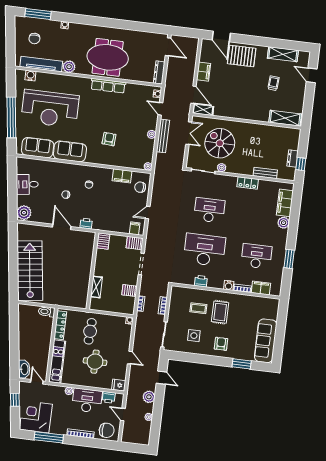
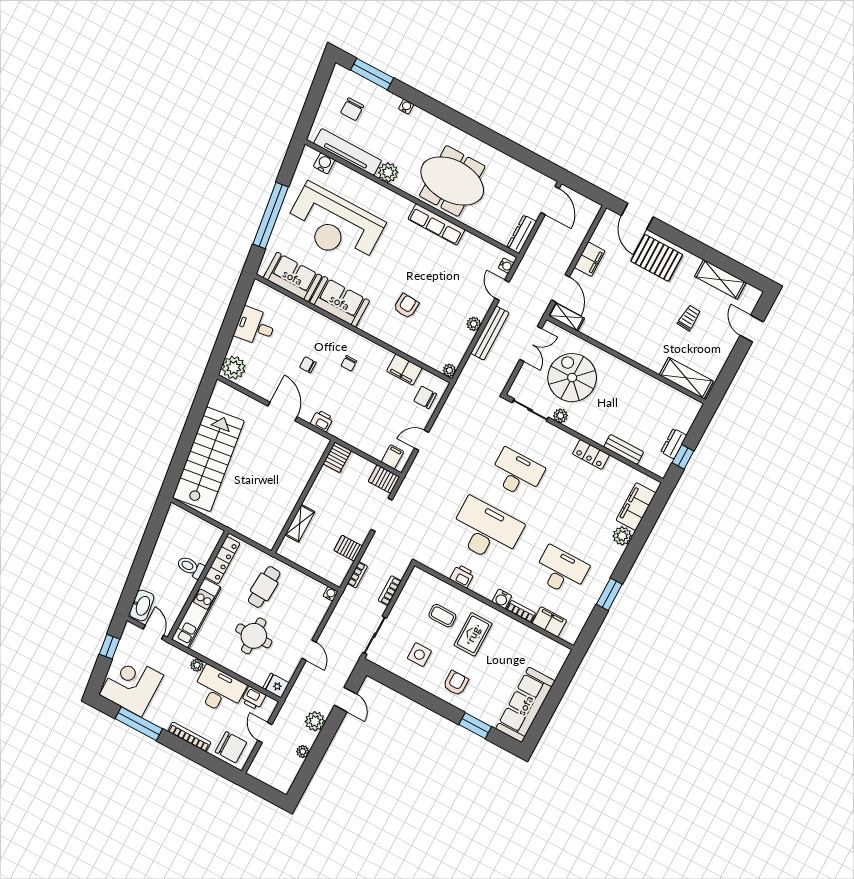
toilet: (47, 312) -> (191, 567), moved

